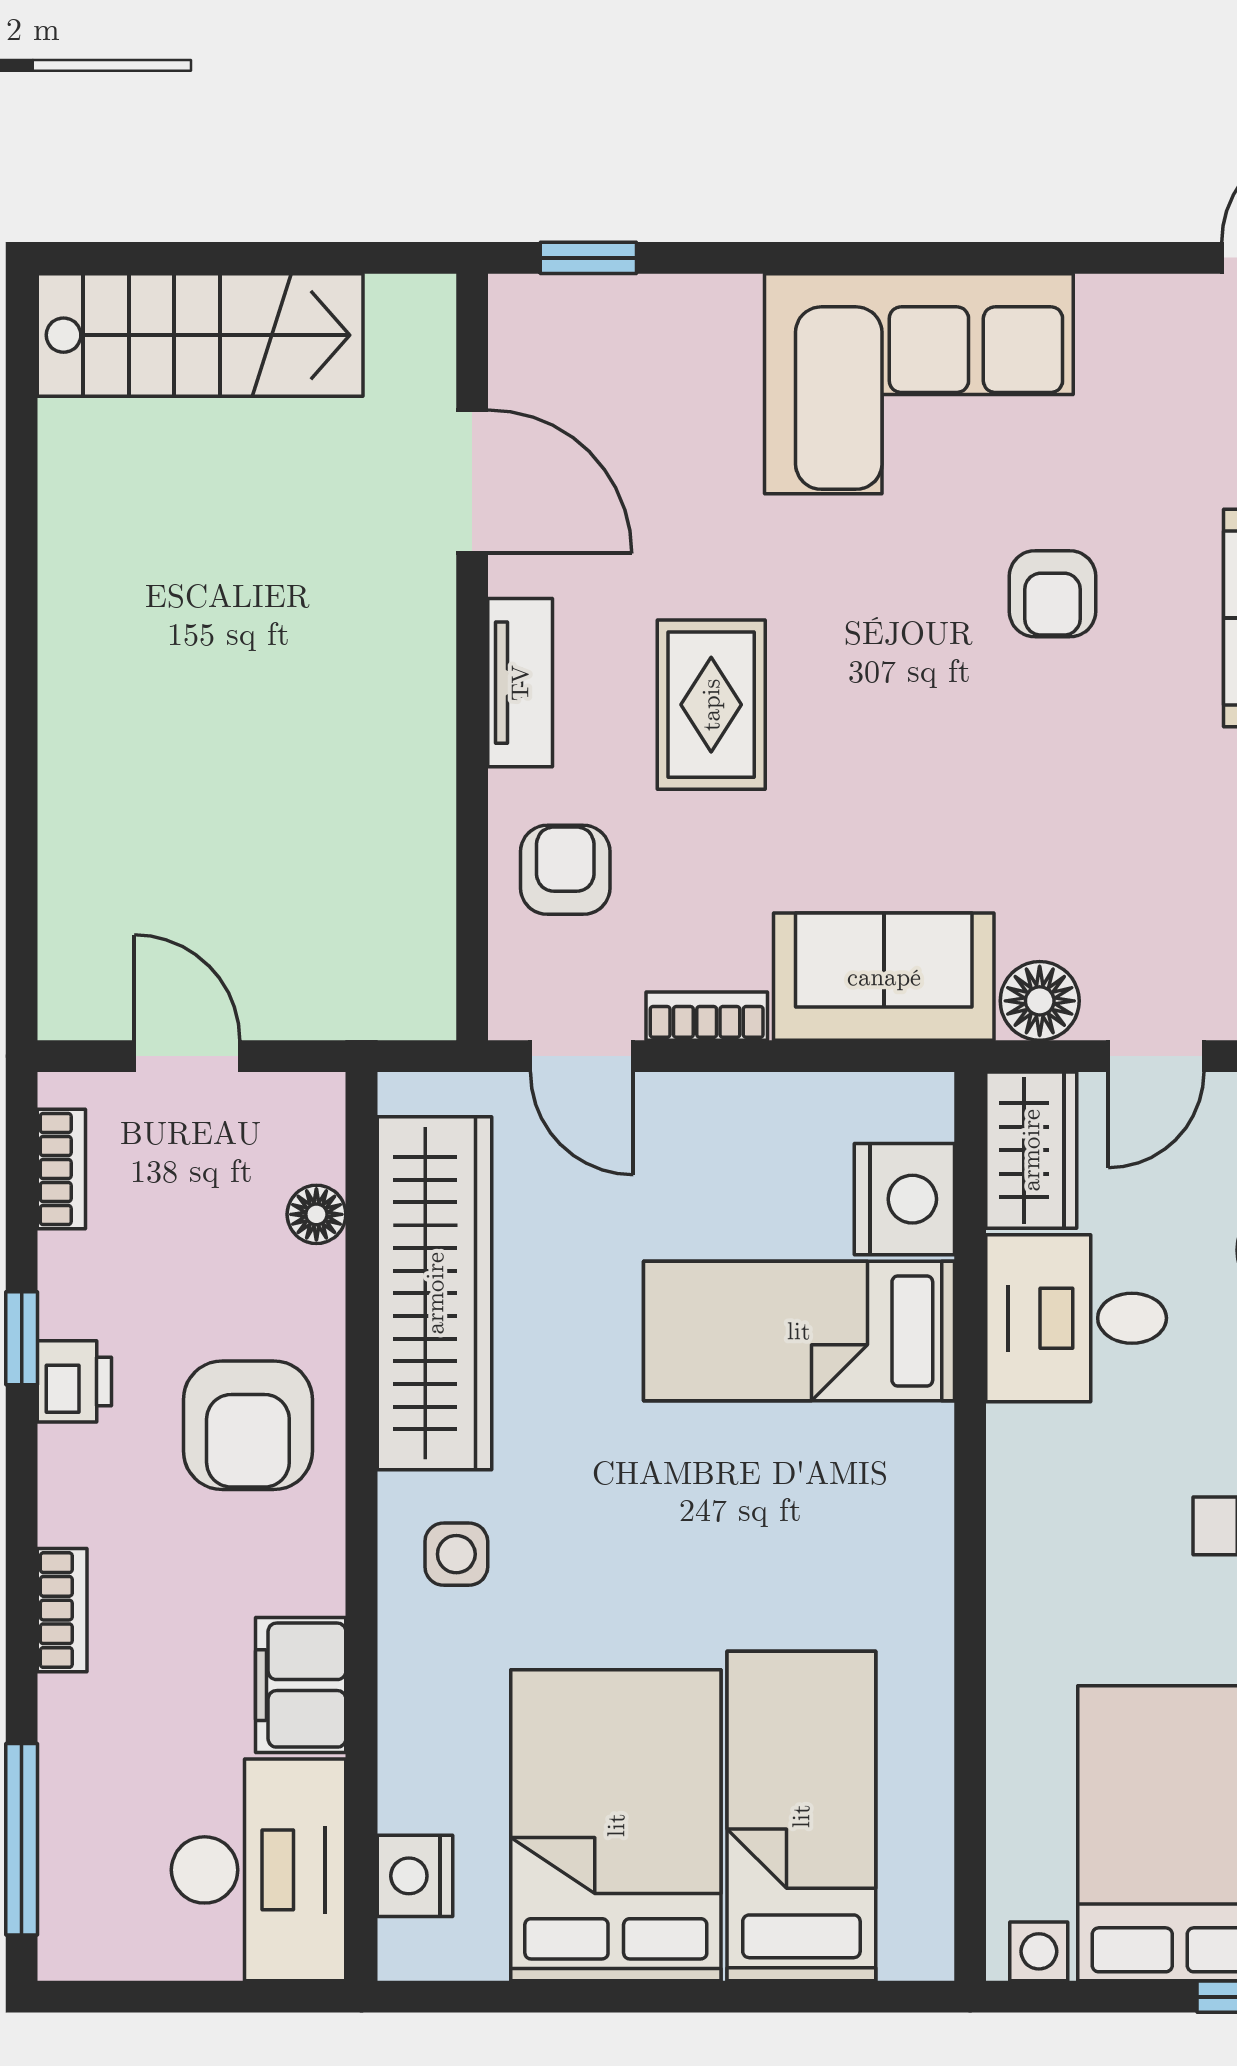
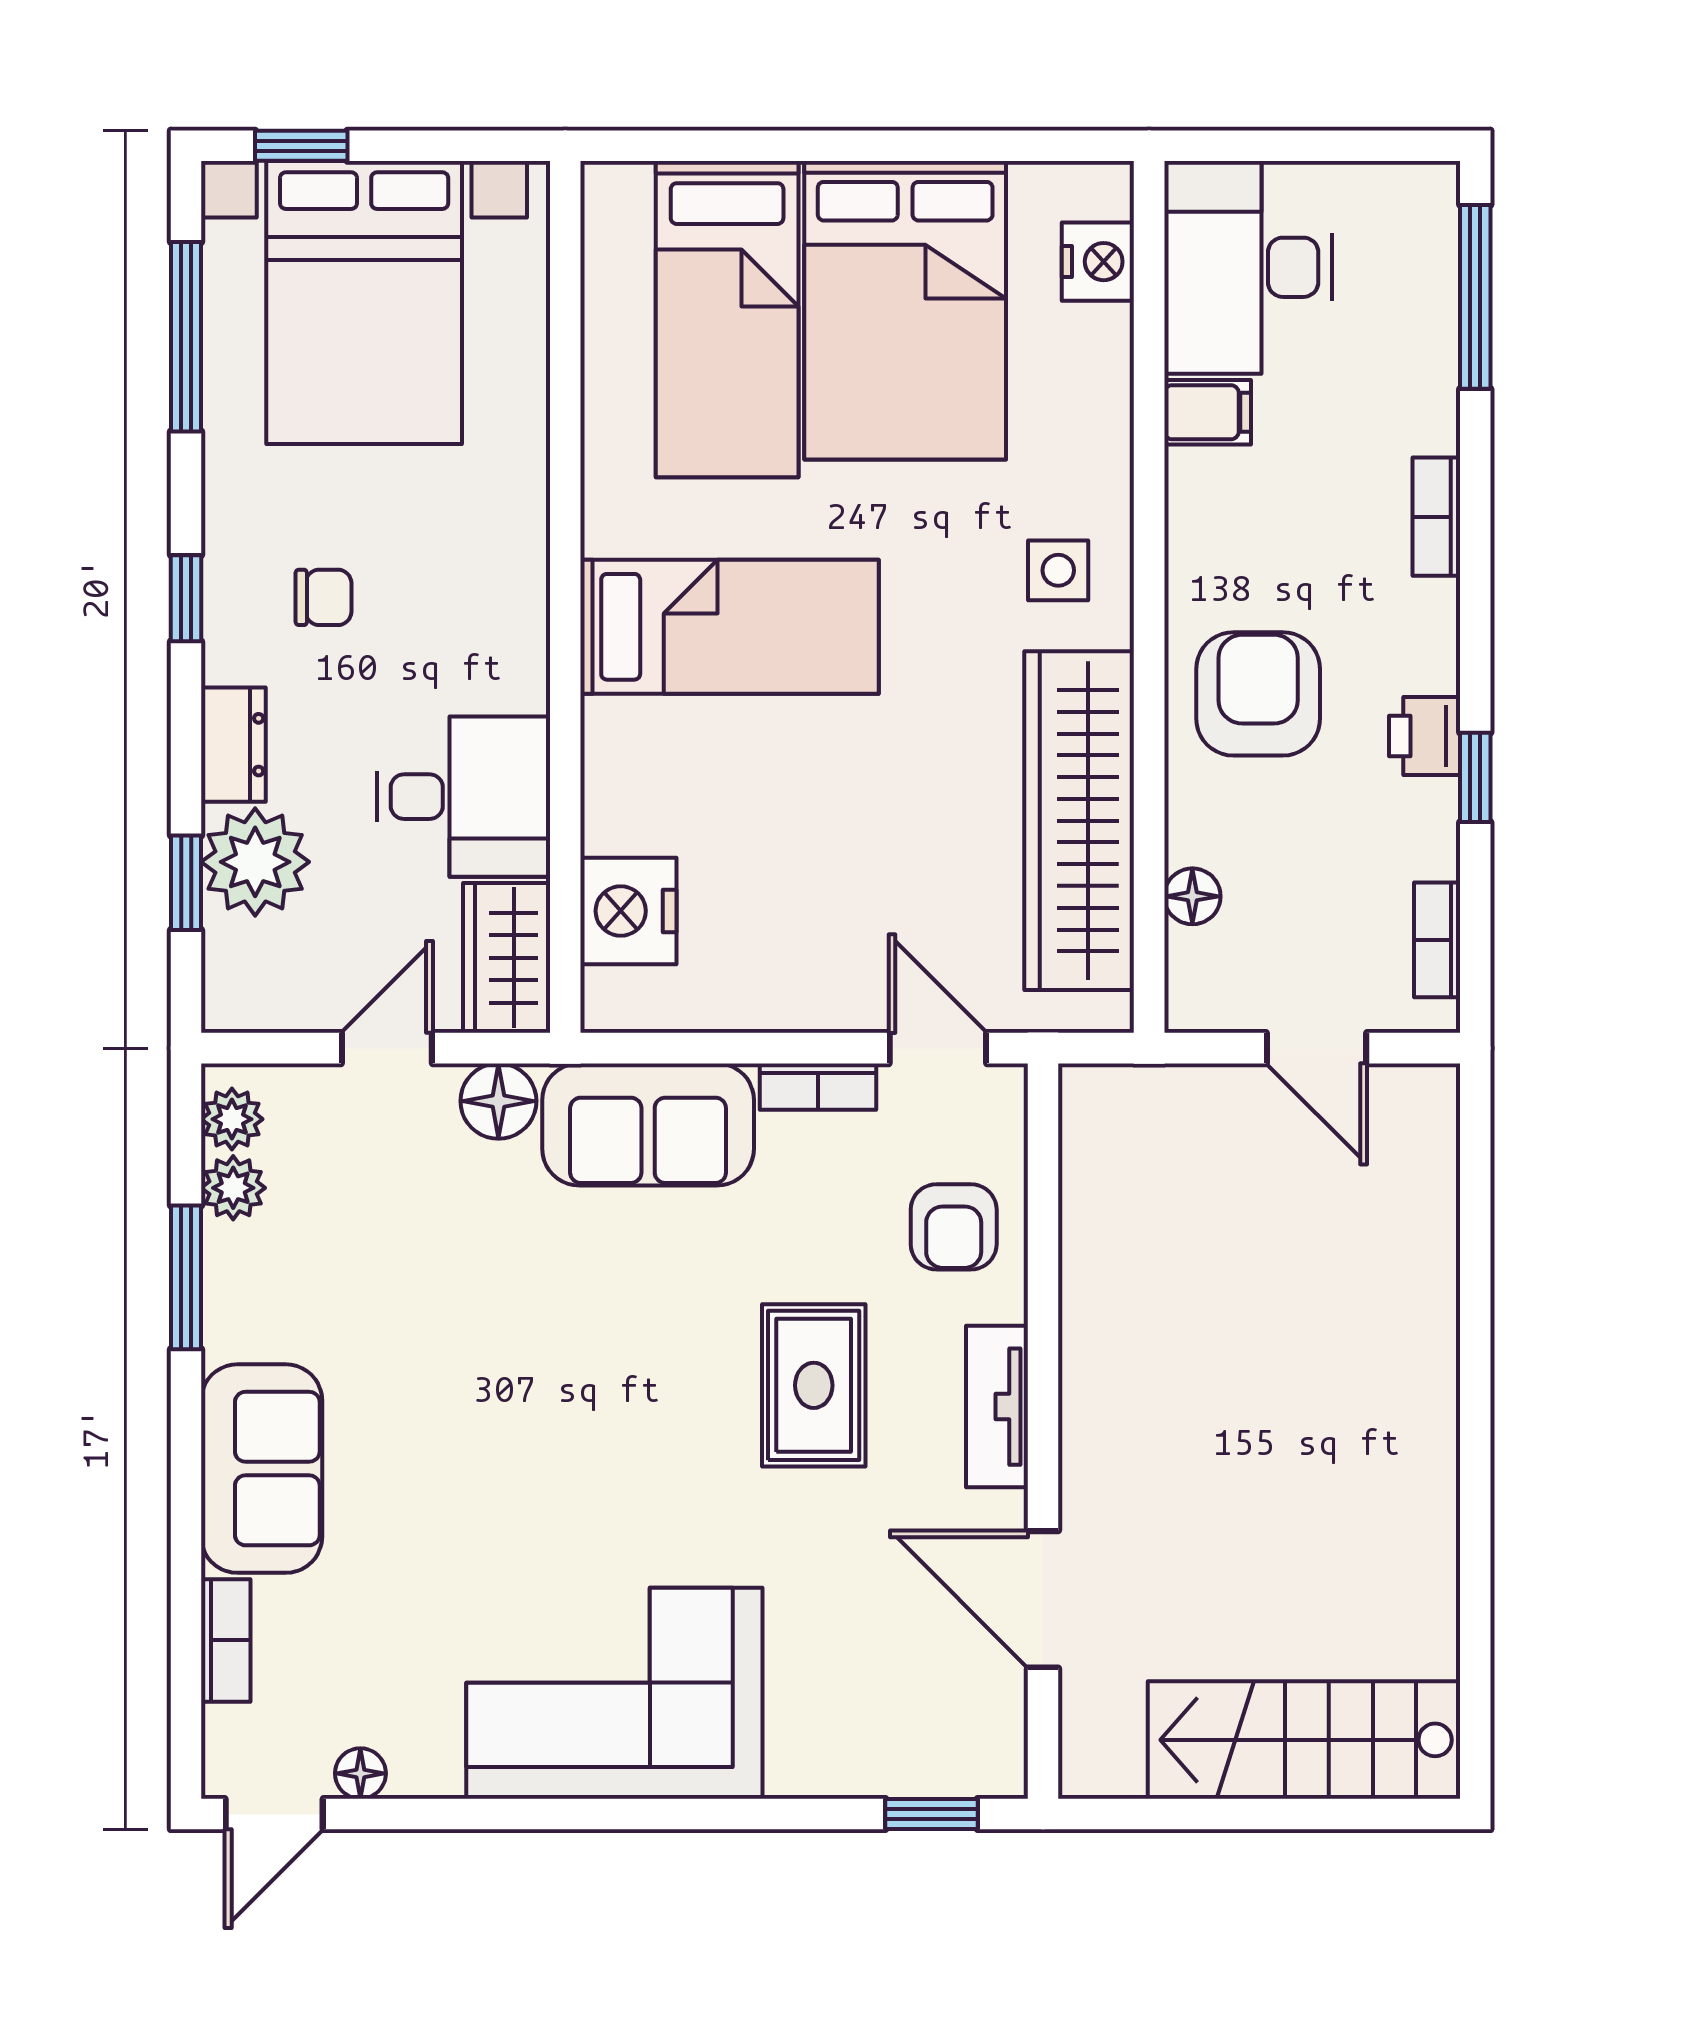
floor lamp: (1184, 300) -> (360, 1773), added
armchair: (1052, 594) -> (486, 1492), removed
bed: (799, 1331) -> (729, 627), moved
filing cabinet: (301, 1685) -> (1208, 412), width x0.50

